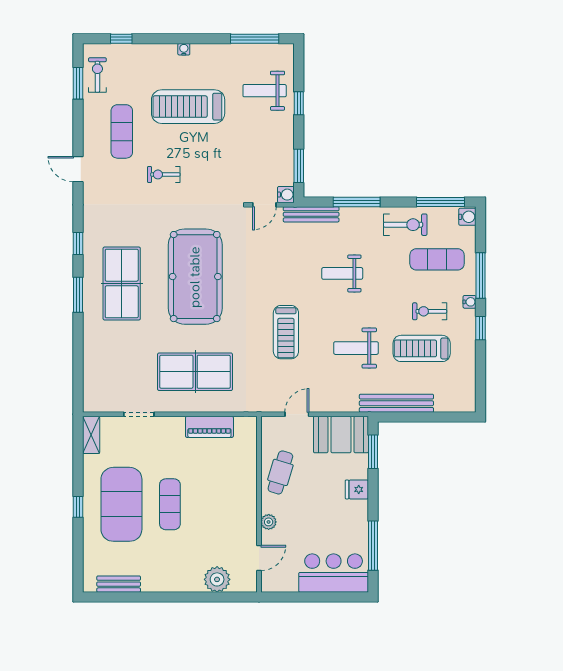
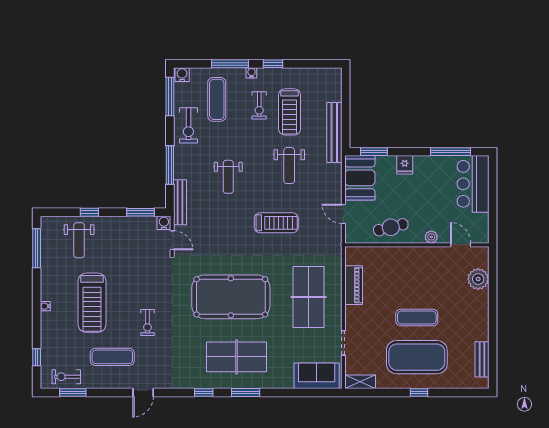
exercise bike: (405, 225) -> (188, 125), turned 180
sofa: (99, 382) -> (317, 376), added
cafe table: (280, 472) -> (391, 227), turned -31

